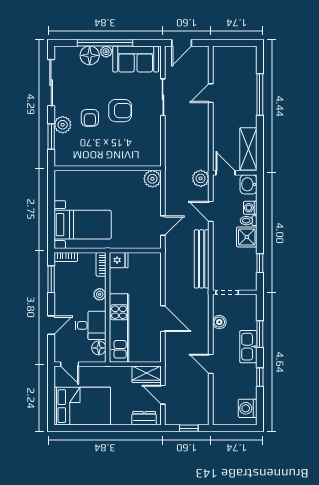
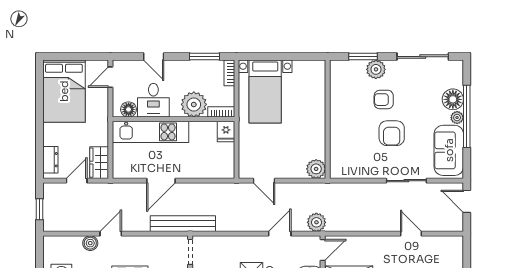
bench: (202, 259) -> (183, 224), moved
plant: (100, 294) -> (194, 104), width x1.87, depth x1.87
boiler: (219, 322) -> (90, 243), moved

